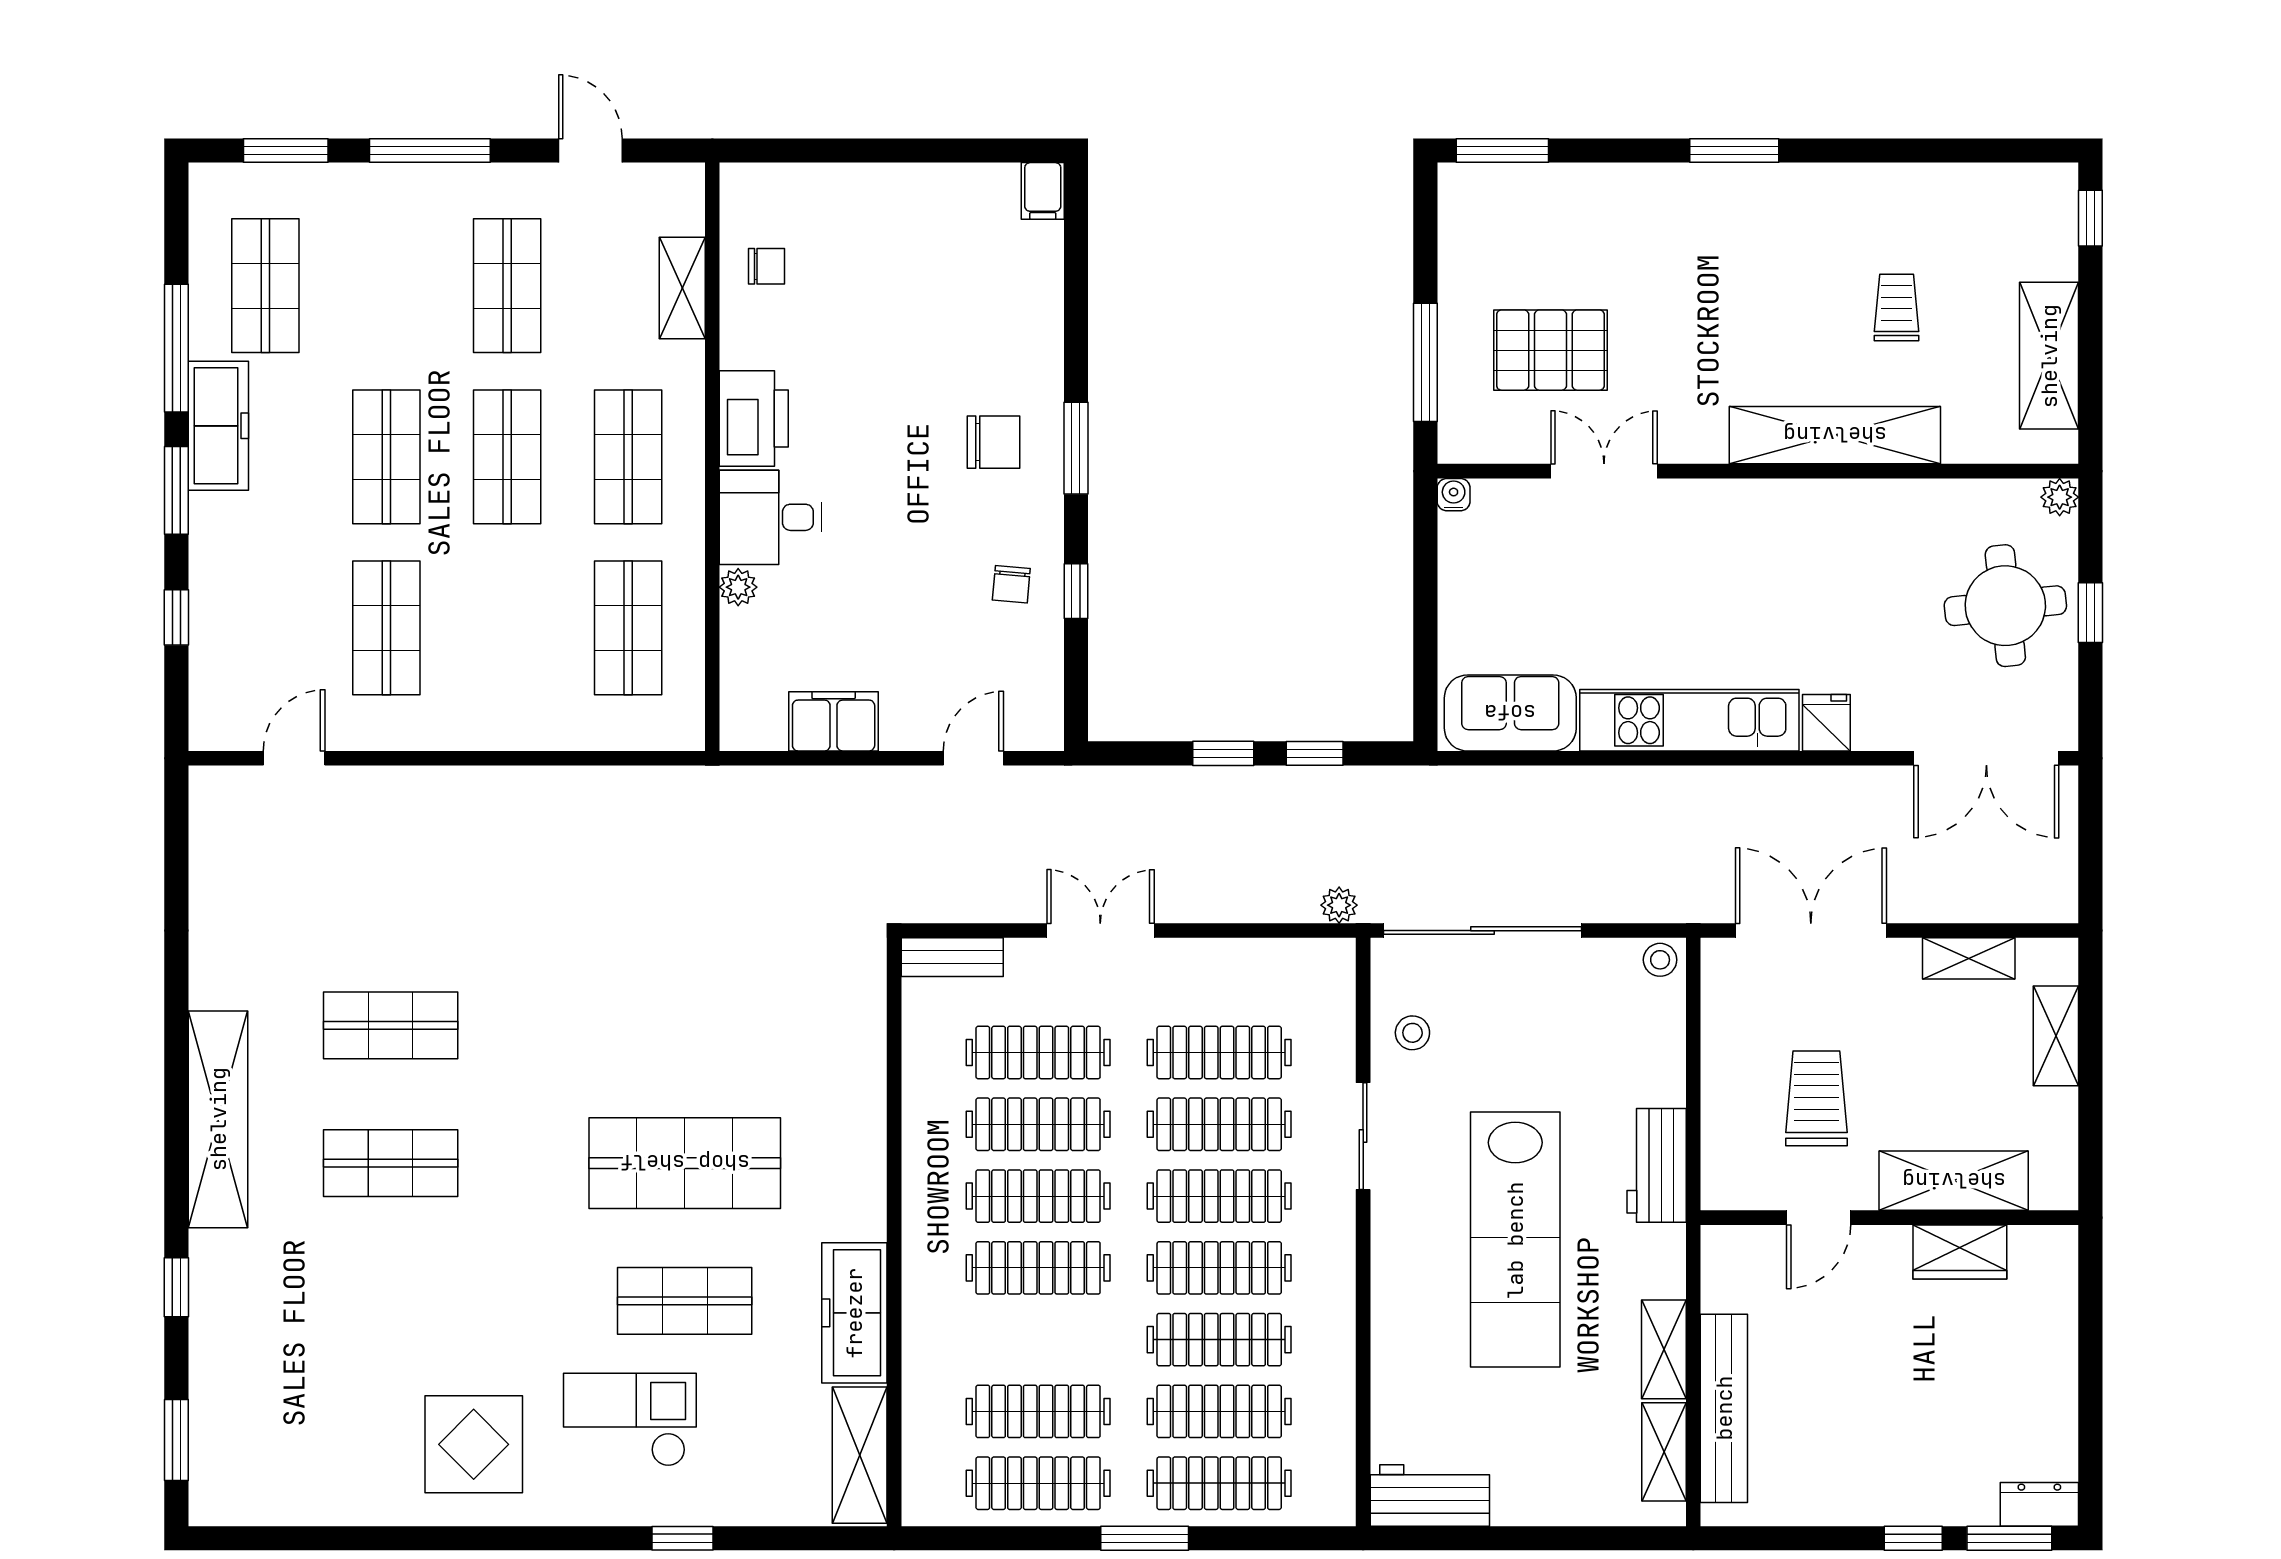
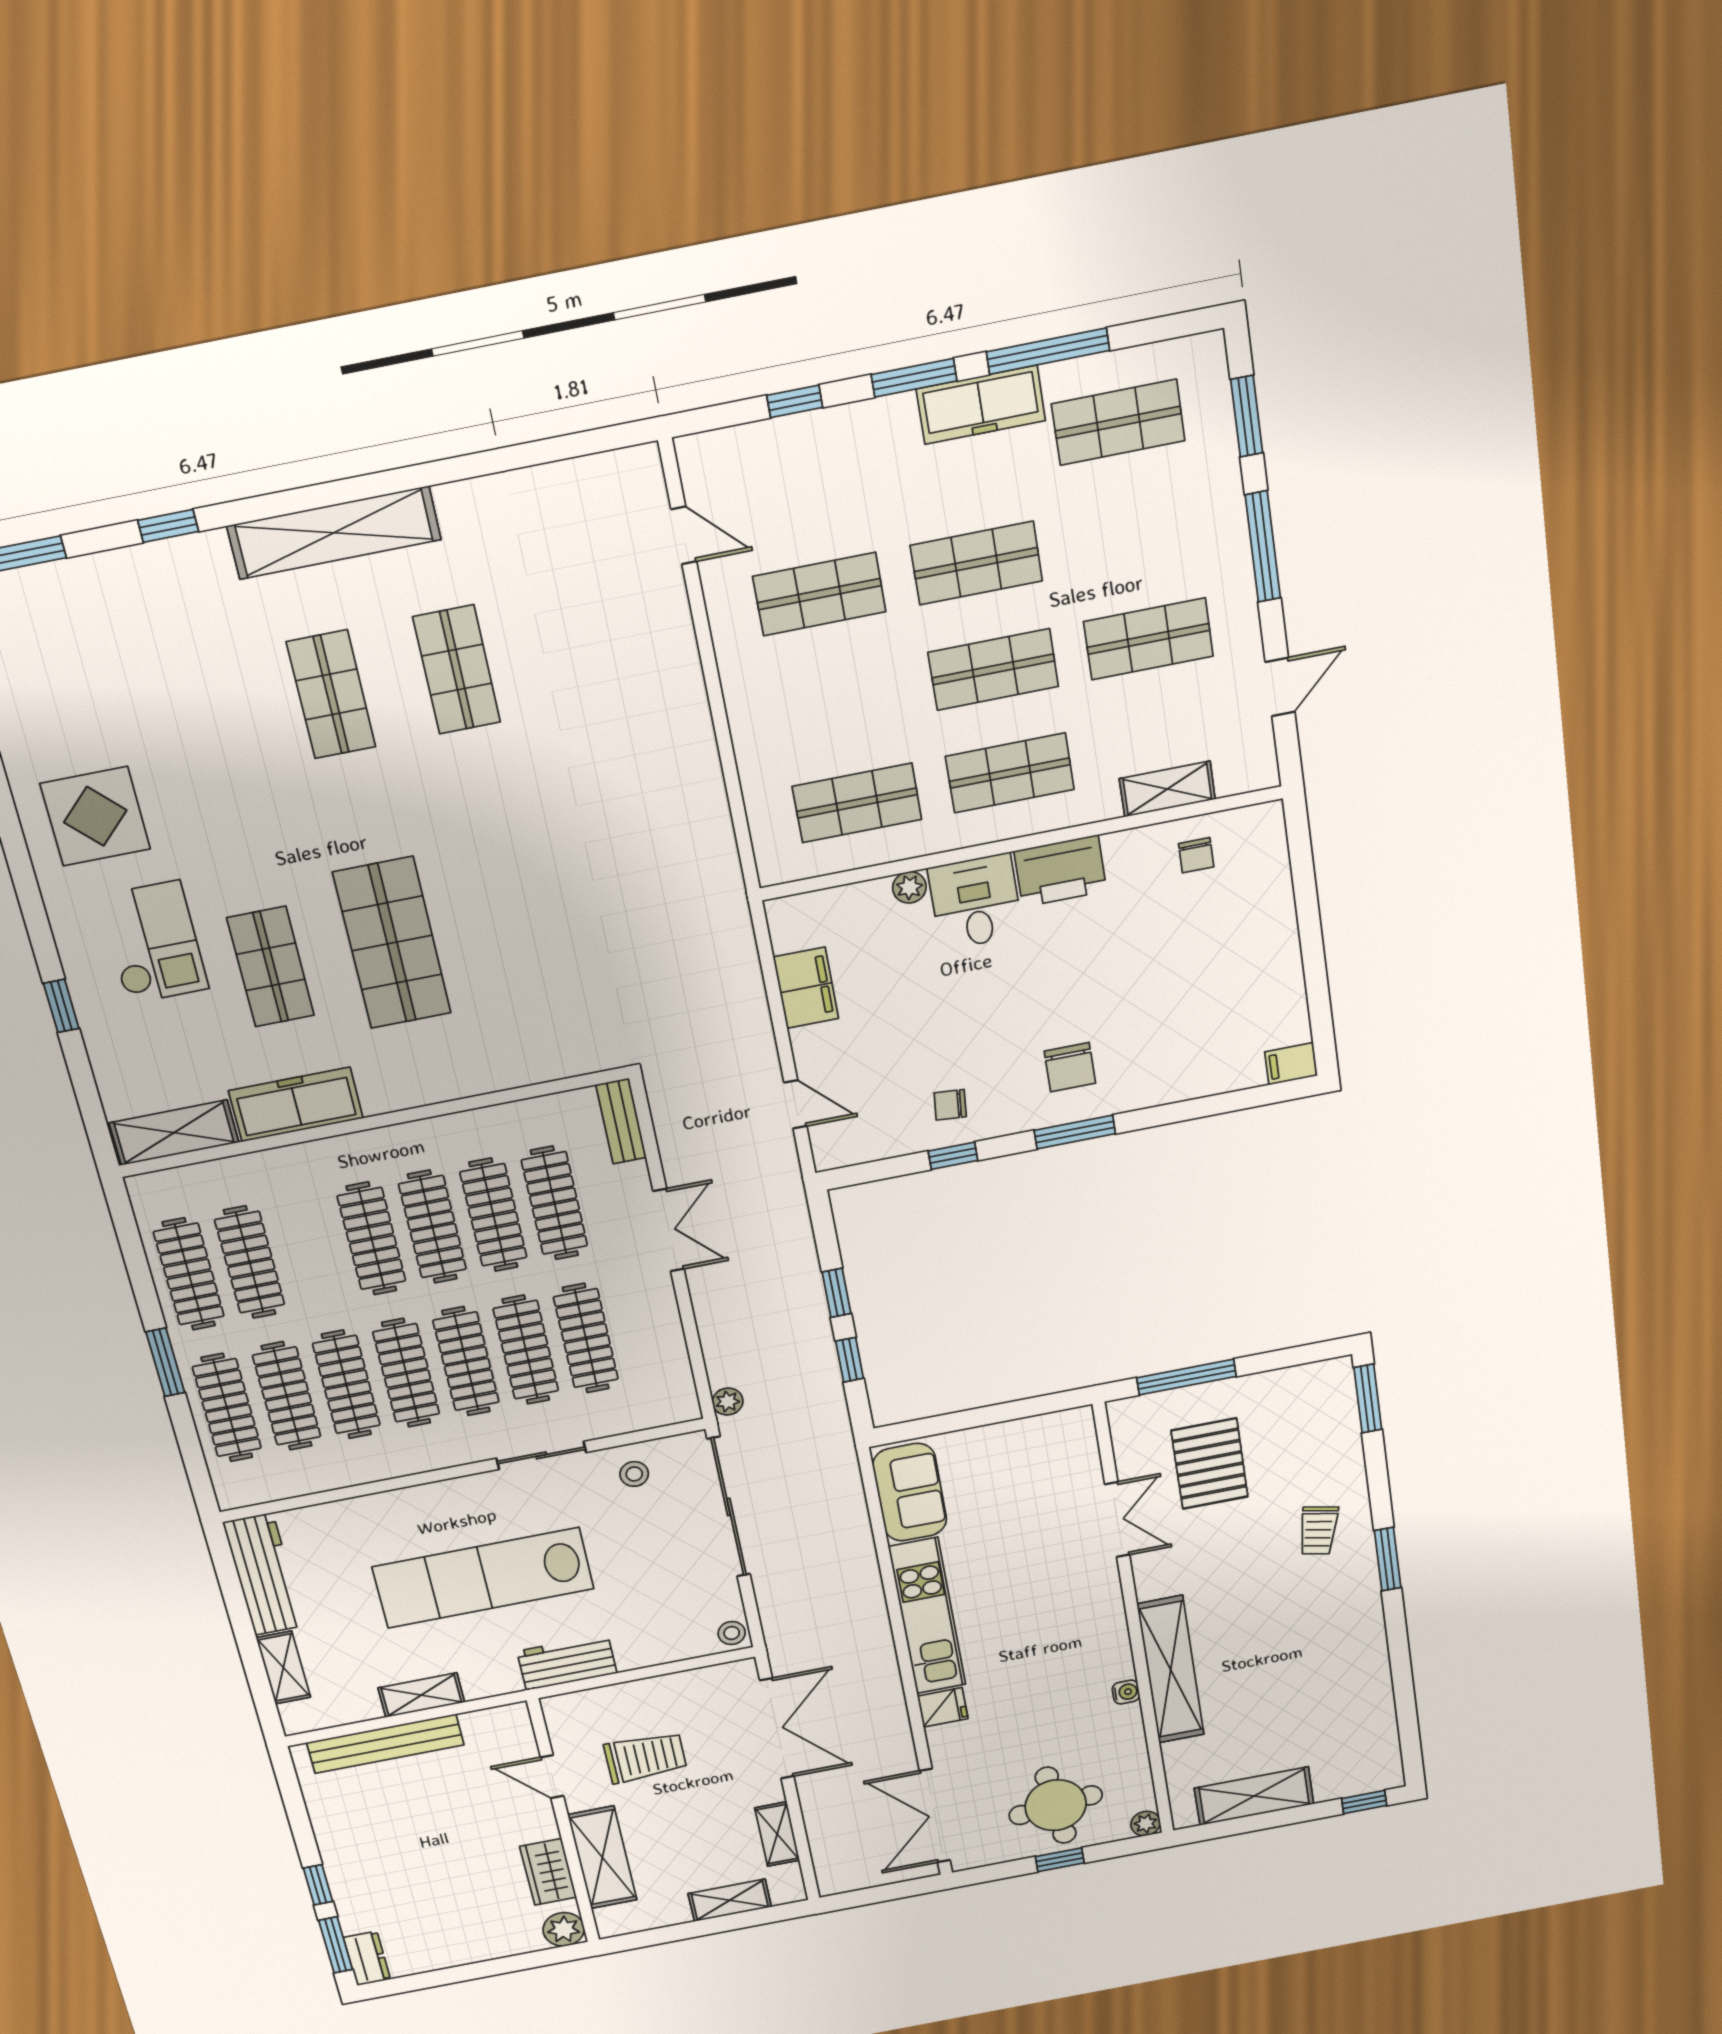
trolley: (1897, 308) -> (1318, 1530), moved, turned 102
water cooler: (1454, 495) -> (1126, 1692), moved
plant: (2052, 1251) -> (564, 1929), added
shelving: (1664, 1452) -> (283, 1667), moved, turned 90
workbench: (1430, 1495) -> (264, 1574), width x1.38

